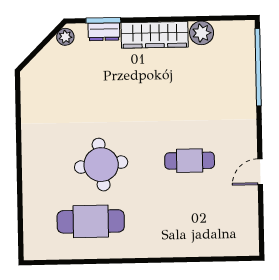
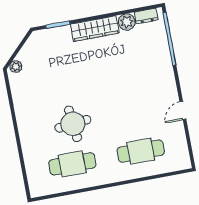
dresser: (104, 32) -> (146, 16), moved
plant: (65, 37) -> (16, 66), moved
cafe table: (190, 161) -> (141, 151), moved, width x1.37, depth x1.35

